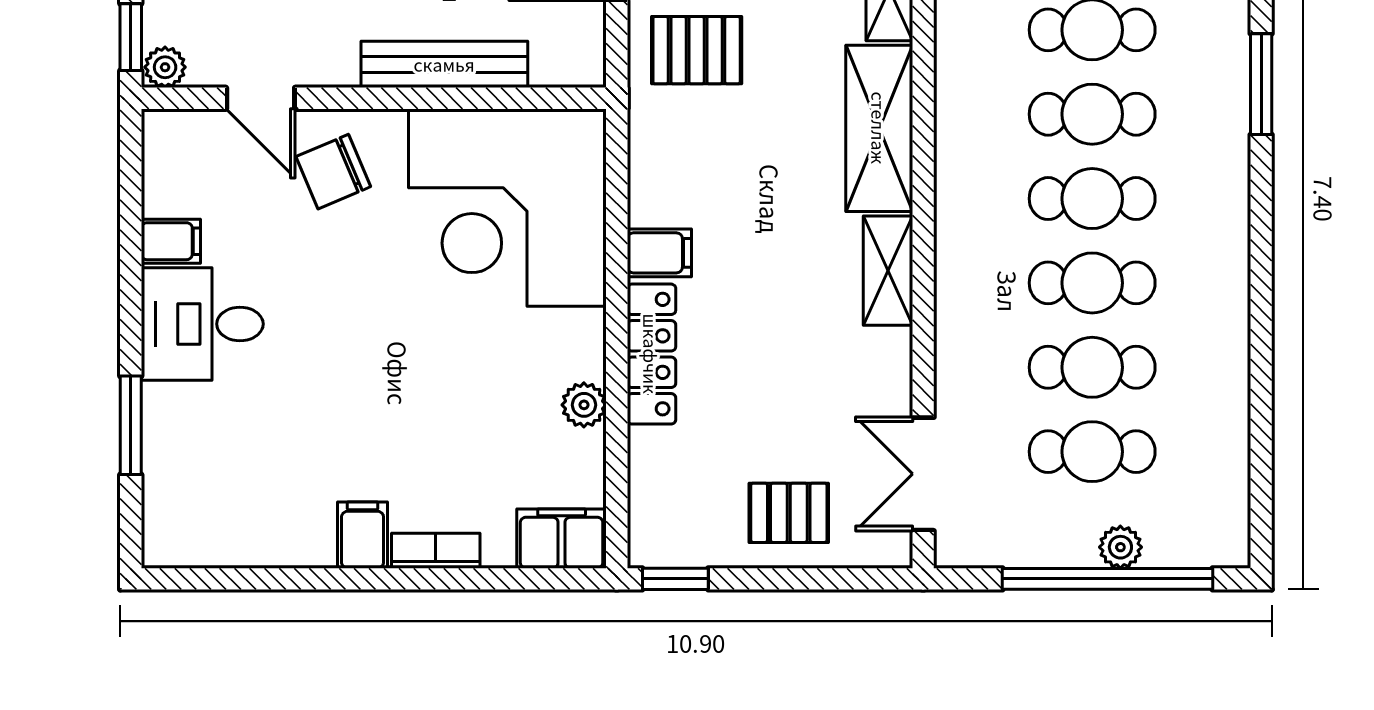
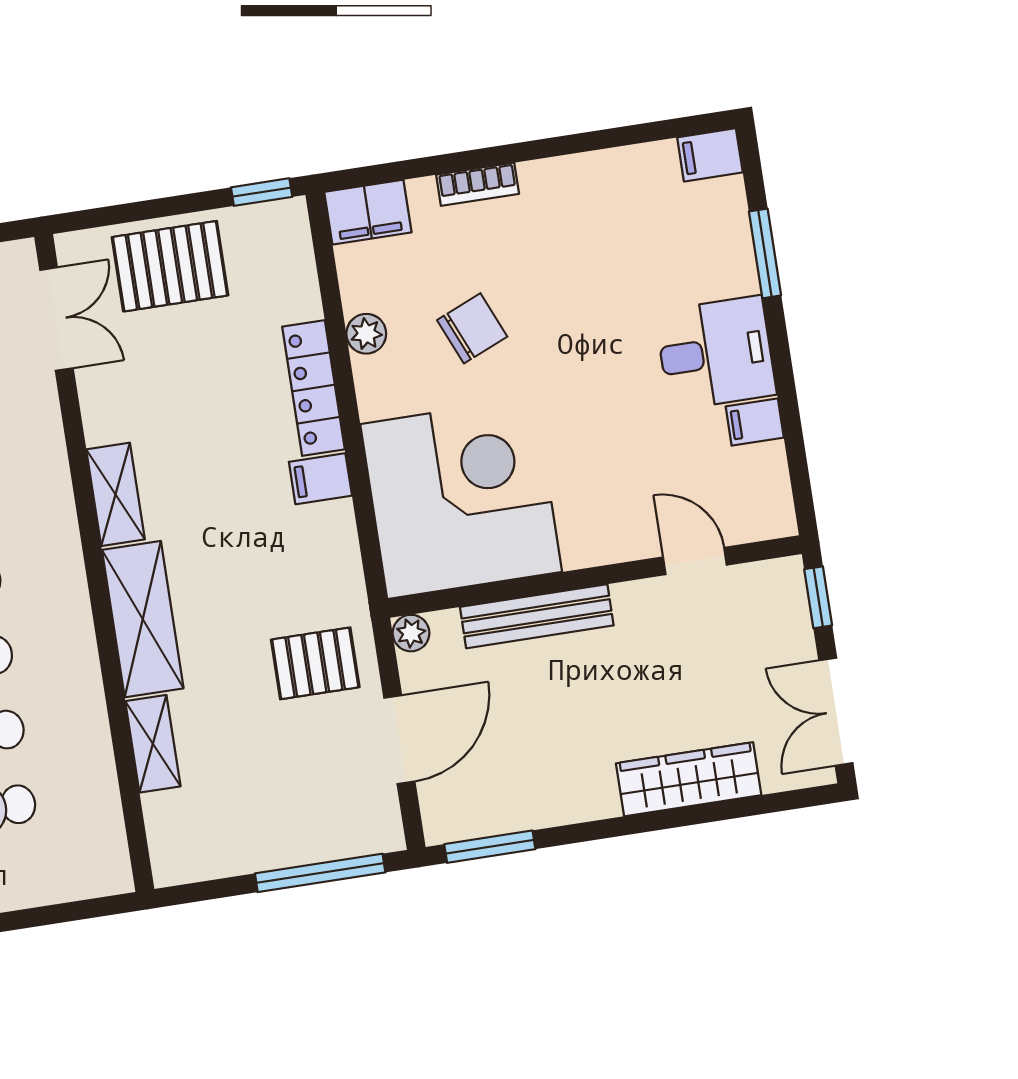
plant: (165, 67) -> (411, 633), moved
chair: (333, 172) -> (472, 328), moved
pallet: (789, 513) -> (170, 266), width x1.50, depth x1.42
filing cabinet: (363, 535) -> (710, 155), moved, turned 90

